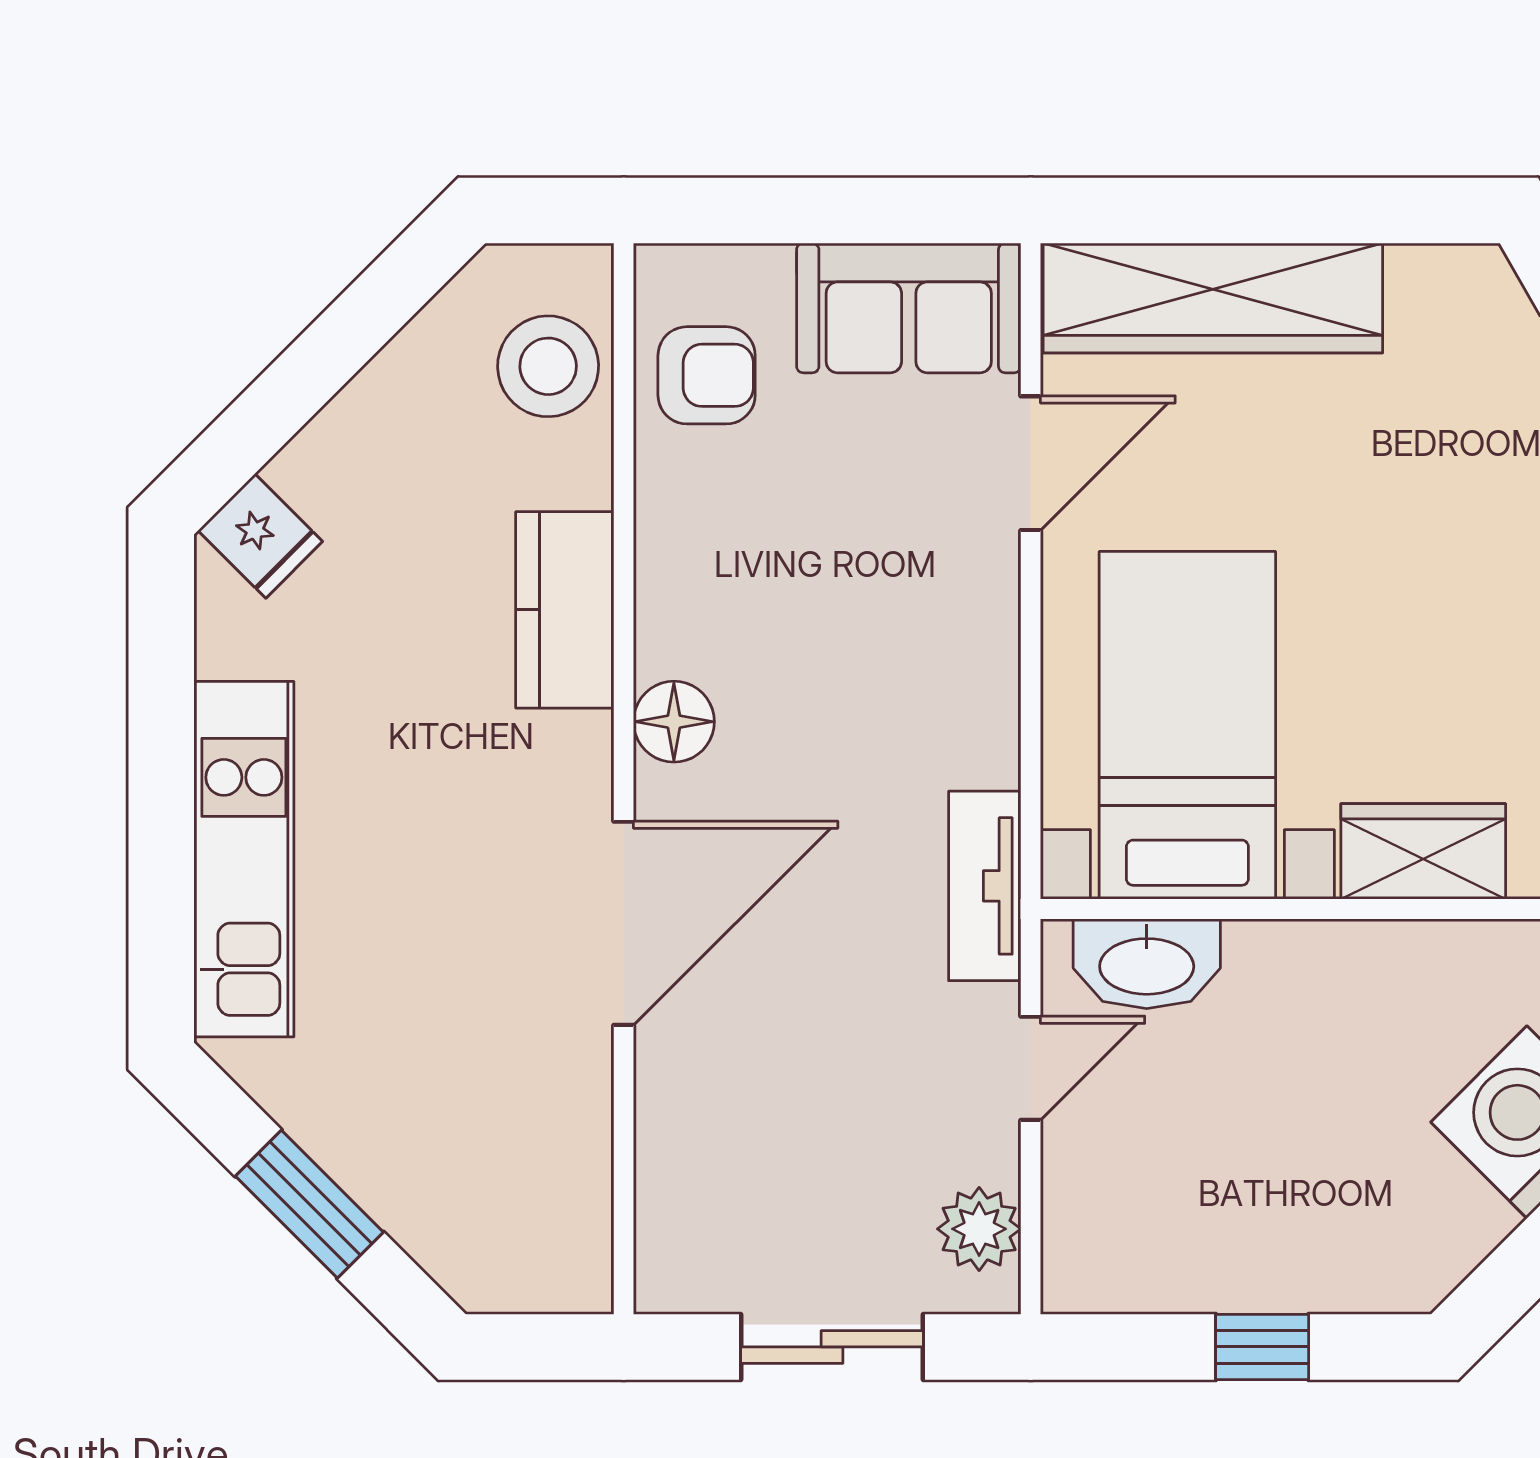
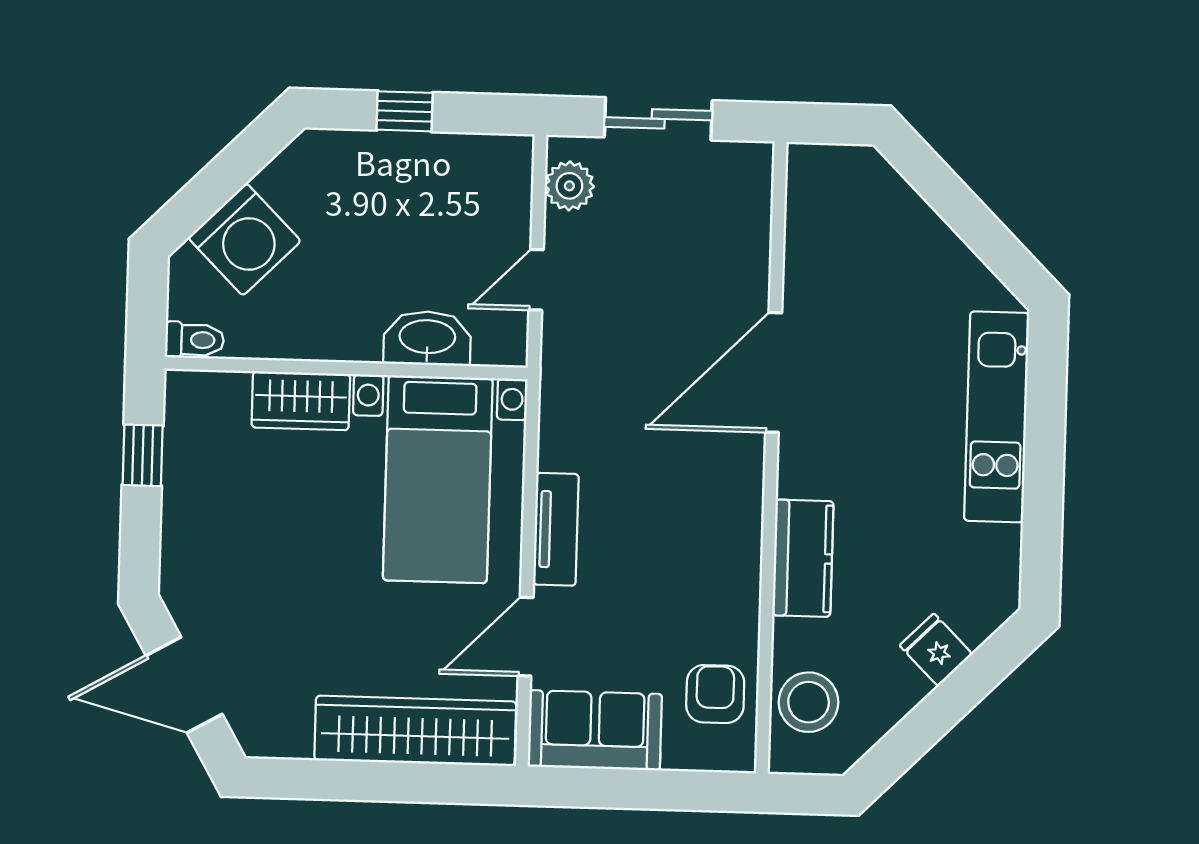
armchair: (707, 375) -> (715, 694), turned 90
fridge: (260, 536) -> (936, 650), moved
floor lamp: (674, 722) -> (741, 490), removed
tv unit: (985, 886) -> (556, 529), moved
washbasin: (1147, 964) -> (427, 338), moved
window: (309, 1204) -> (964, 212), removed

